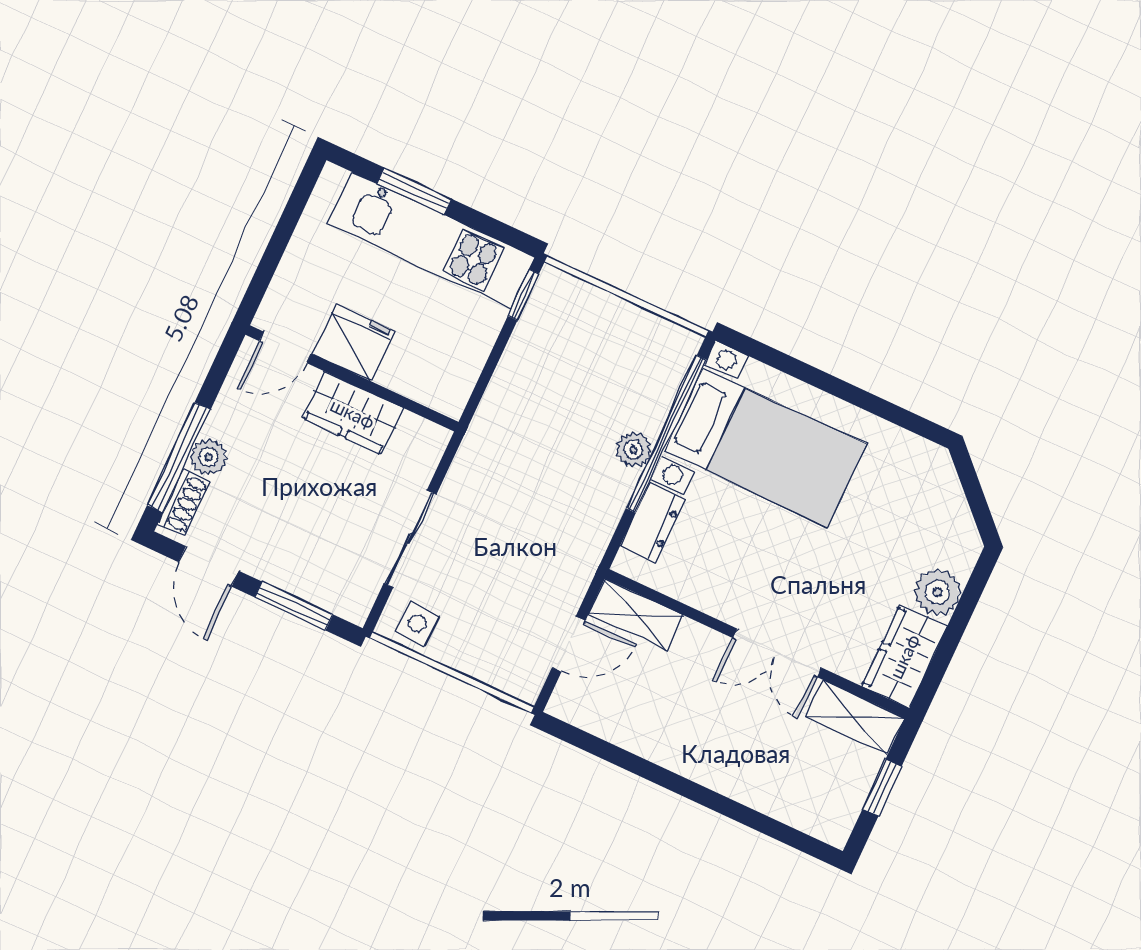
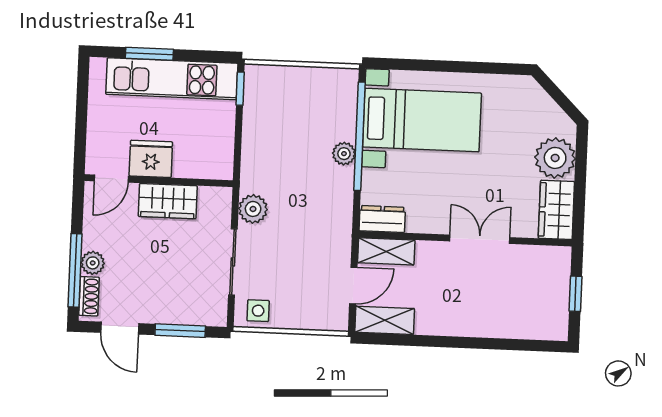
plant: (470, 475) -> (253, 209), added
dresser: (653, 522) -> (382, 219), moved, turned -90
plant: (937, 592) -> (555, 158), width x1.36, depth x1.36
double door: (777, 653) -> (480, 239), swing flipped
shelving: (855, 717) -> (385, 320), moved

